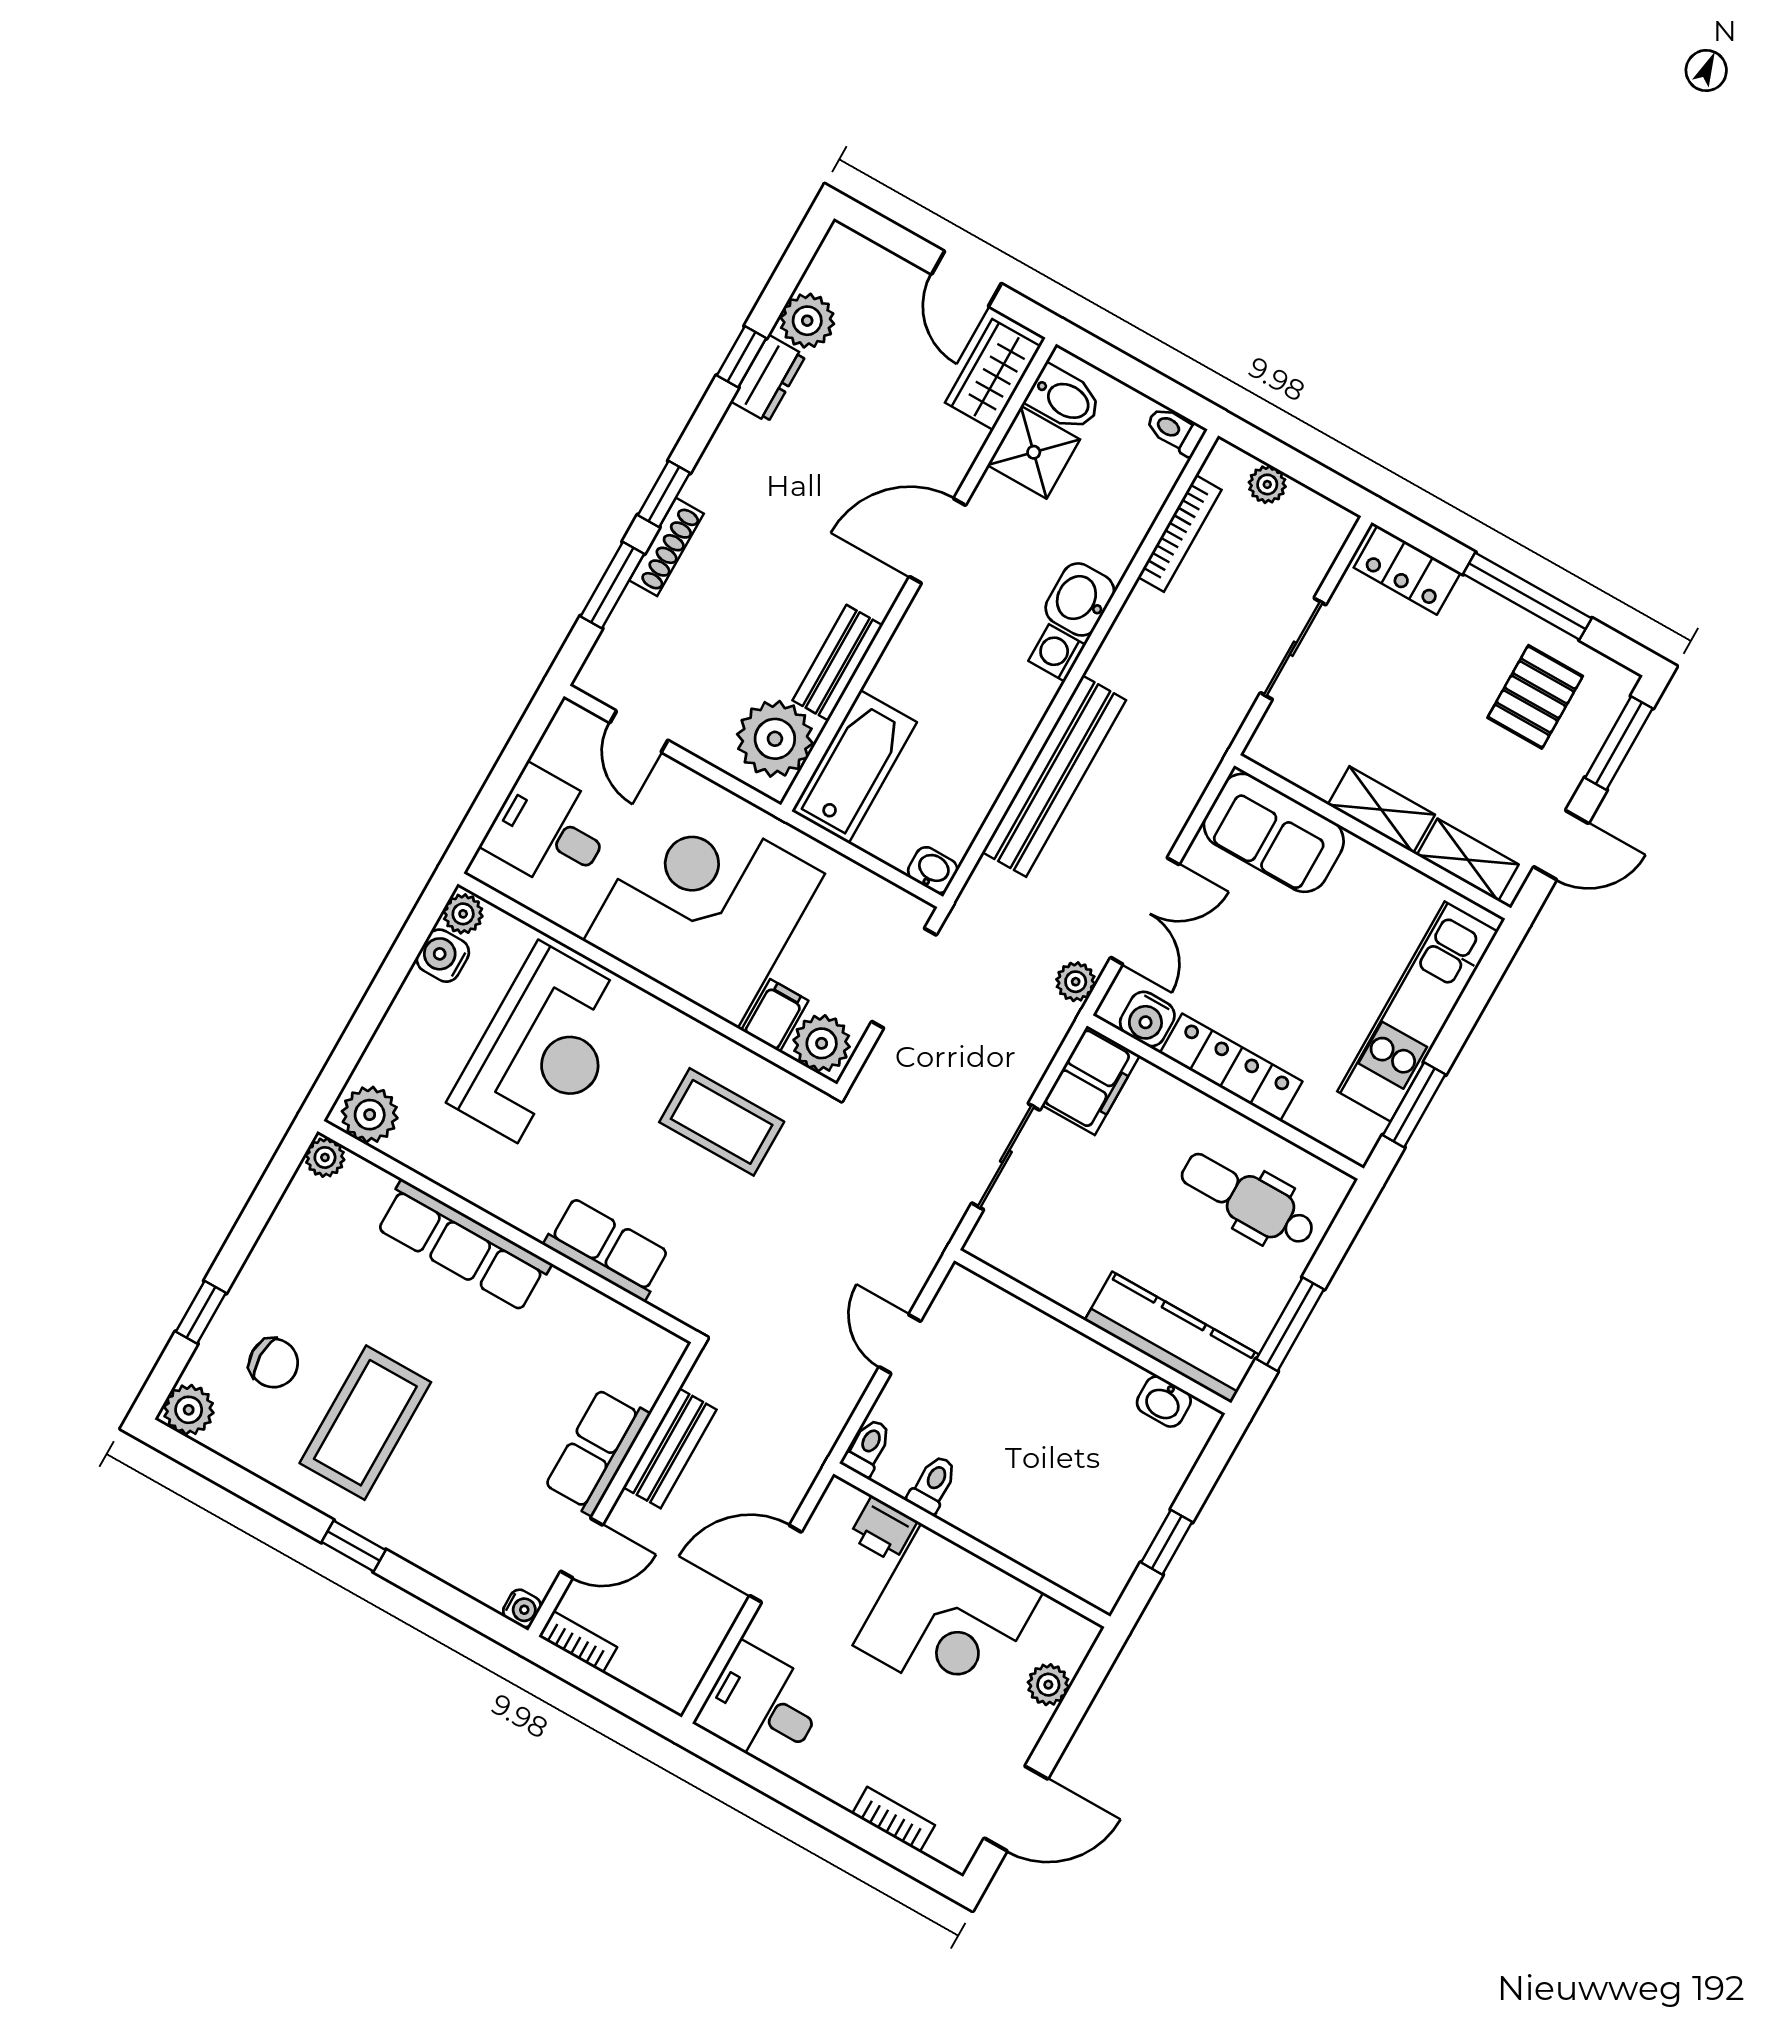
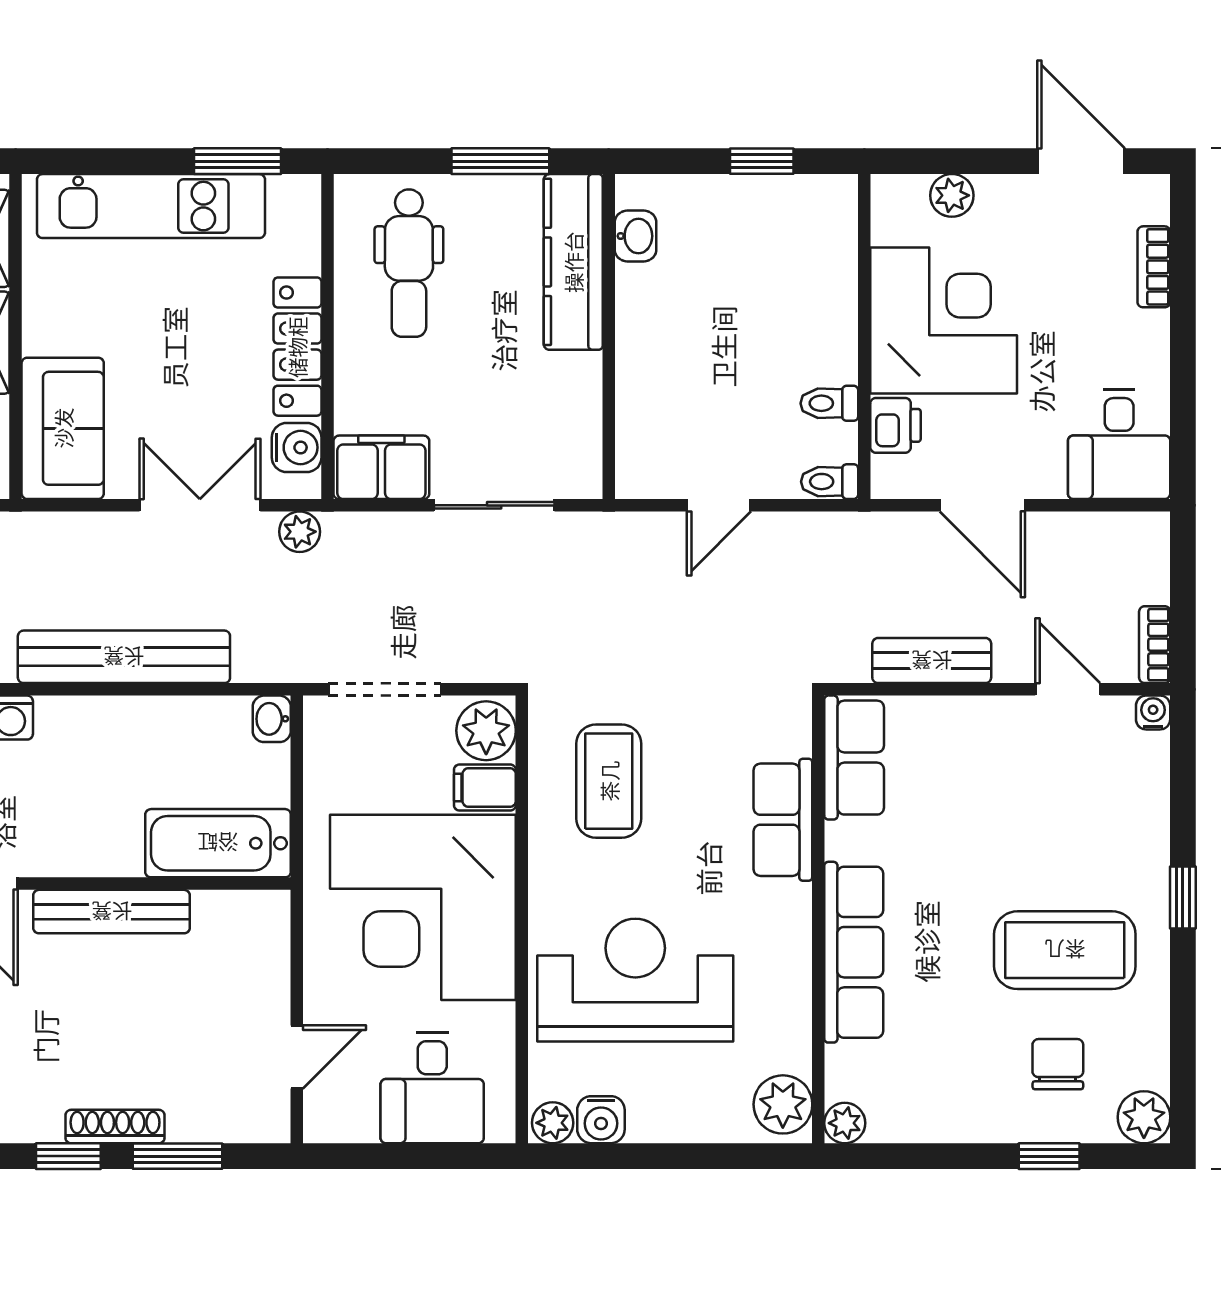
bench: (838, 663) -> (112, 912), width x1.36
plant: (775, 739) -> (234, 930), removed
row of seats: (597, 1451) -> (854, 758), moved, turned -90

